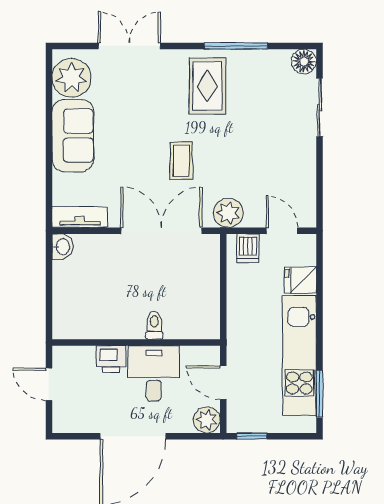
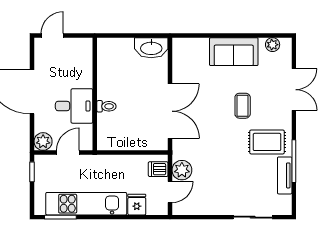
floor lamp: (304, 61) -> (283, 207), removed
plant: (72, 78) -> (273, 45), width x0.53, depth x0.53
coffee table: (181, 161) -> (243, 106), moved, turned 90
plant: (228, 213) -> (182, 170), moved
tv unit: (80, 217) -> (285, 175), moved, turned 180
washbasin: (62, 247) -> (151, 48), width x1.91, depth x1.45
printer: (111, 359) -> (84, 77), removed
door: (49, 384) -> (52, 36), moved

